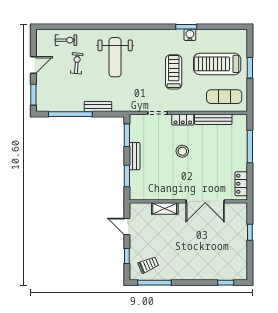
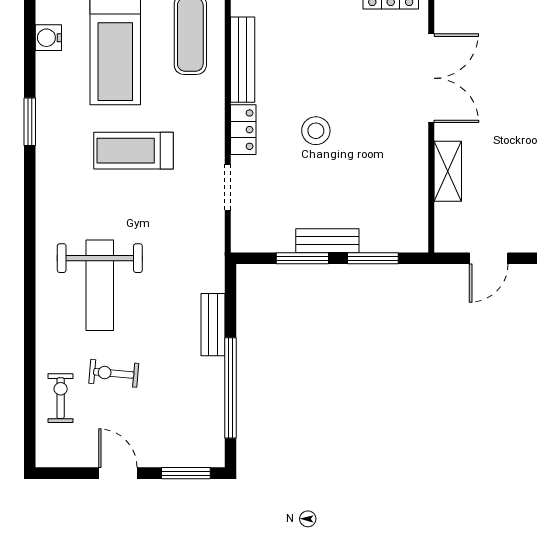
water cooler: (190, 35) -> (48, 38), moved
weight bench: (115, 57) -> (100, 285), turned 90
window: (127, 135) -> (302, 258), moved

